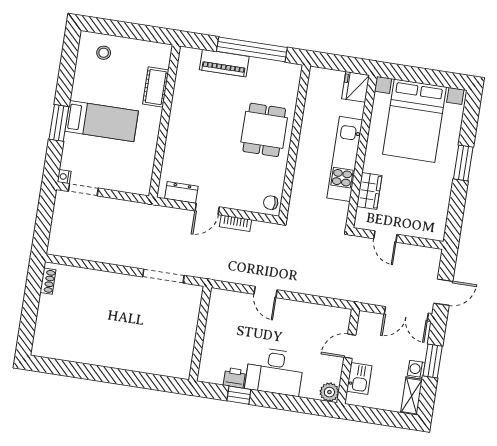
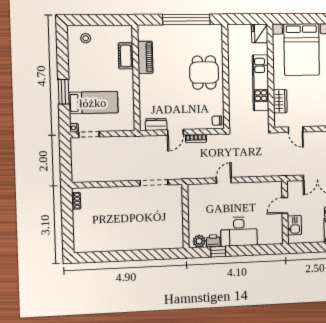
piano: (224, 63) -> (145, 57), moved, turned -90
bed: (102, 121) -> (93, 103), moved
door: (266, 292) -> (224, 180), swing flipped
plant: (329, 392) -> (199, 241), moved

